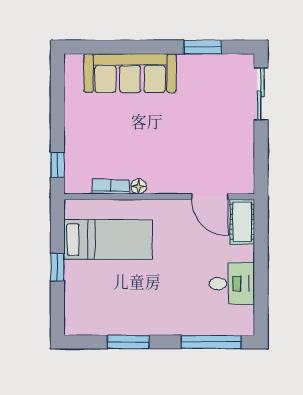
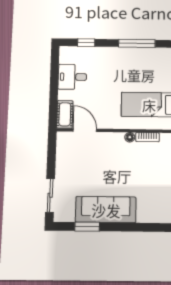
sofa: (130, 73) -> (106, 210), moved
window: (128, 342) -> (137, 43), width x1.44
window: (211, 342) -> (86, 43), width x0.46

